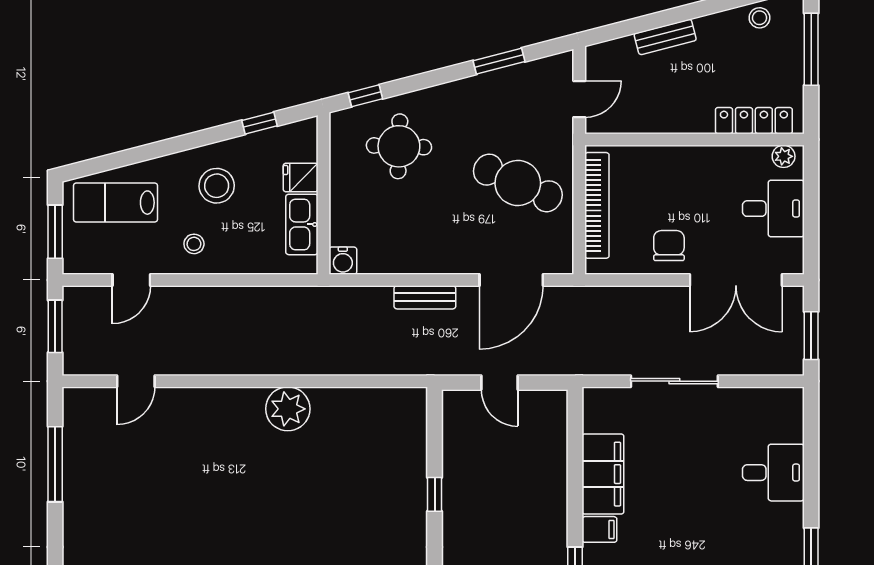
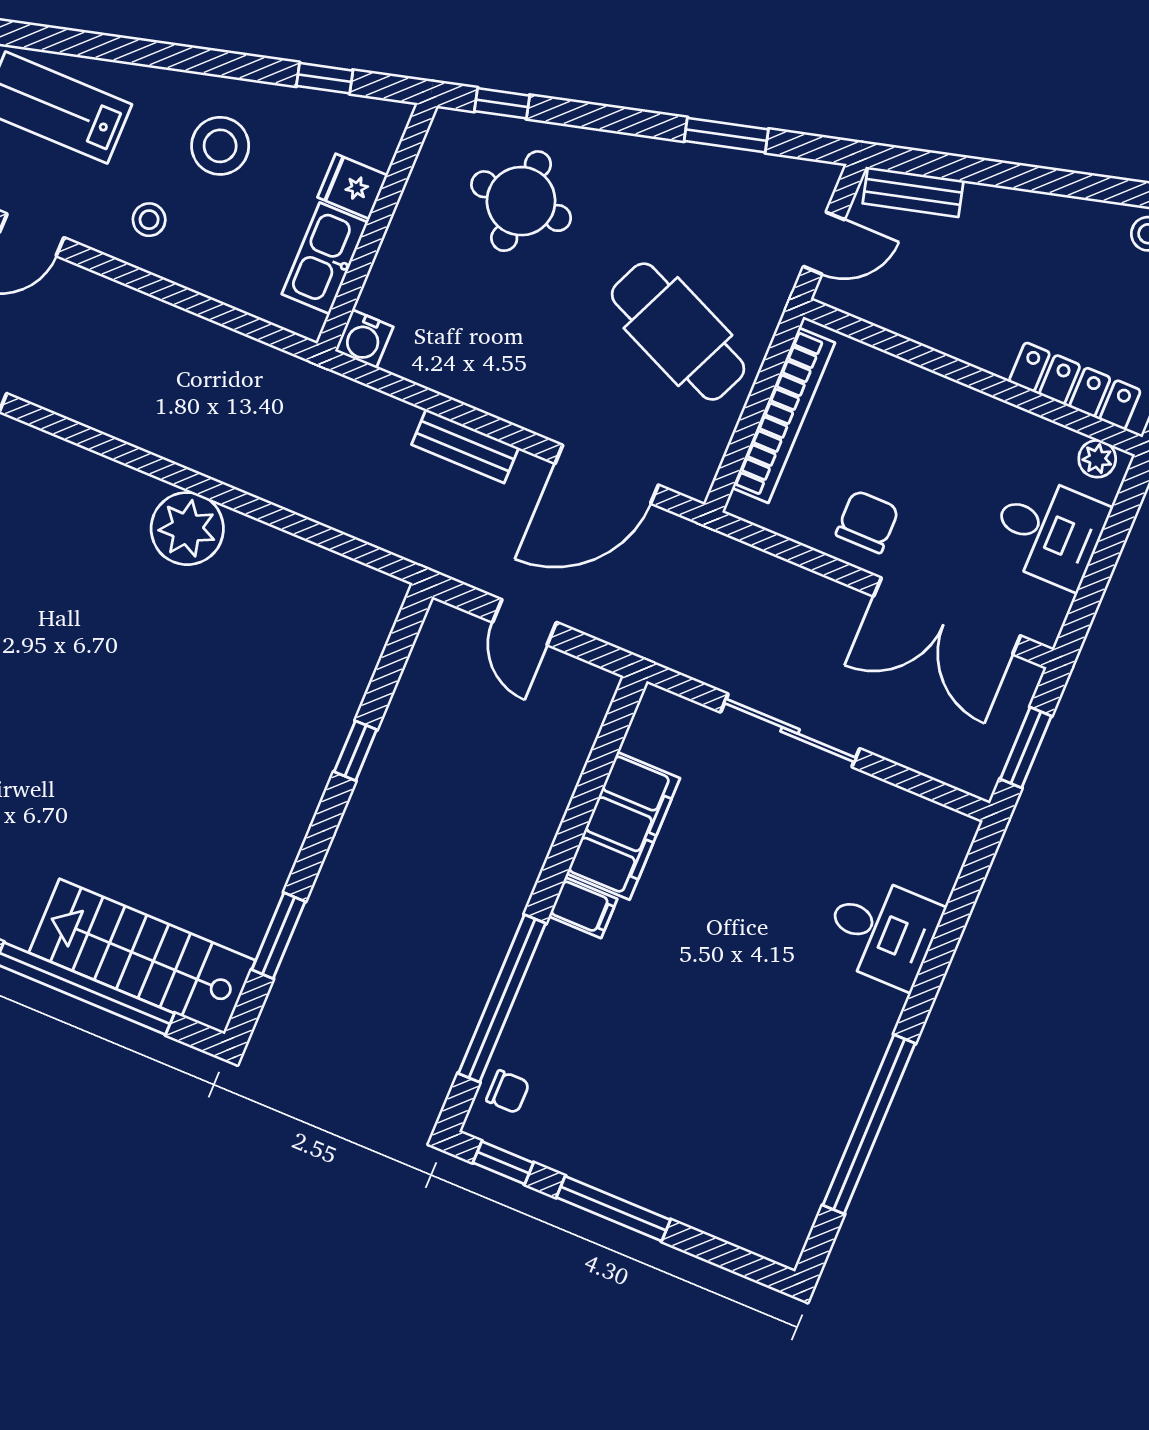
bench: (665, 37) -> (913, 192), moved

